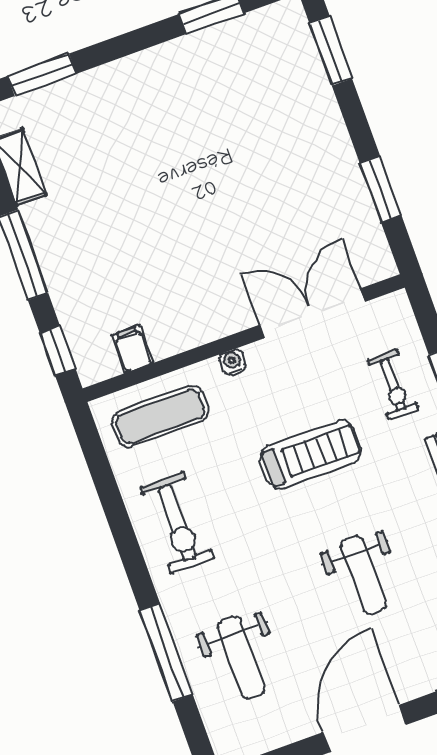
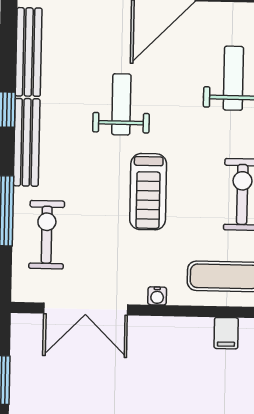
exercise bike: (393, 384) -> (47, 235), width x1.38, depth x1.39
treadmill: (311, 455) -> (148, 192), moved, turned -90

